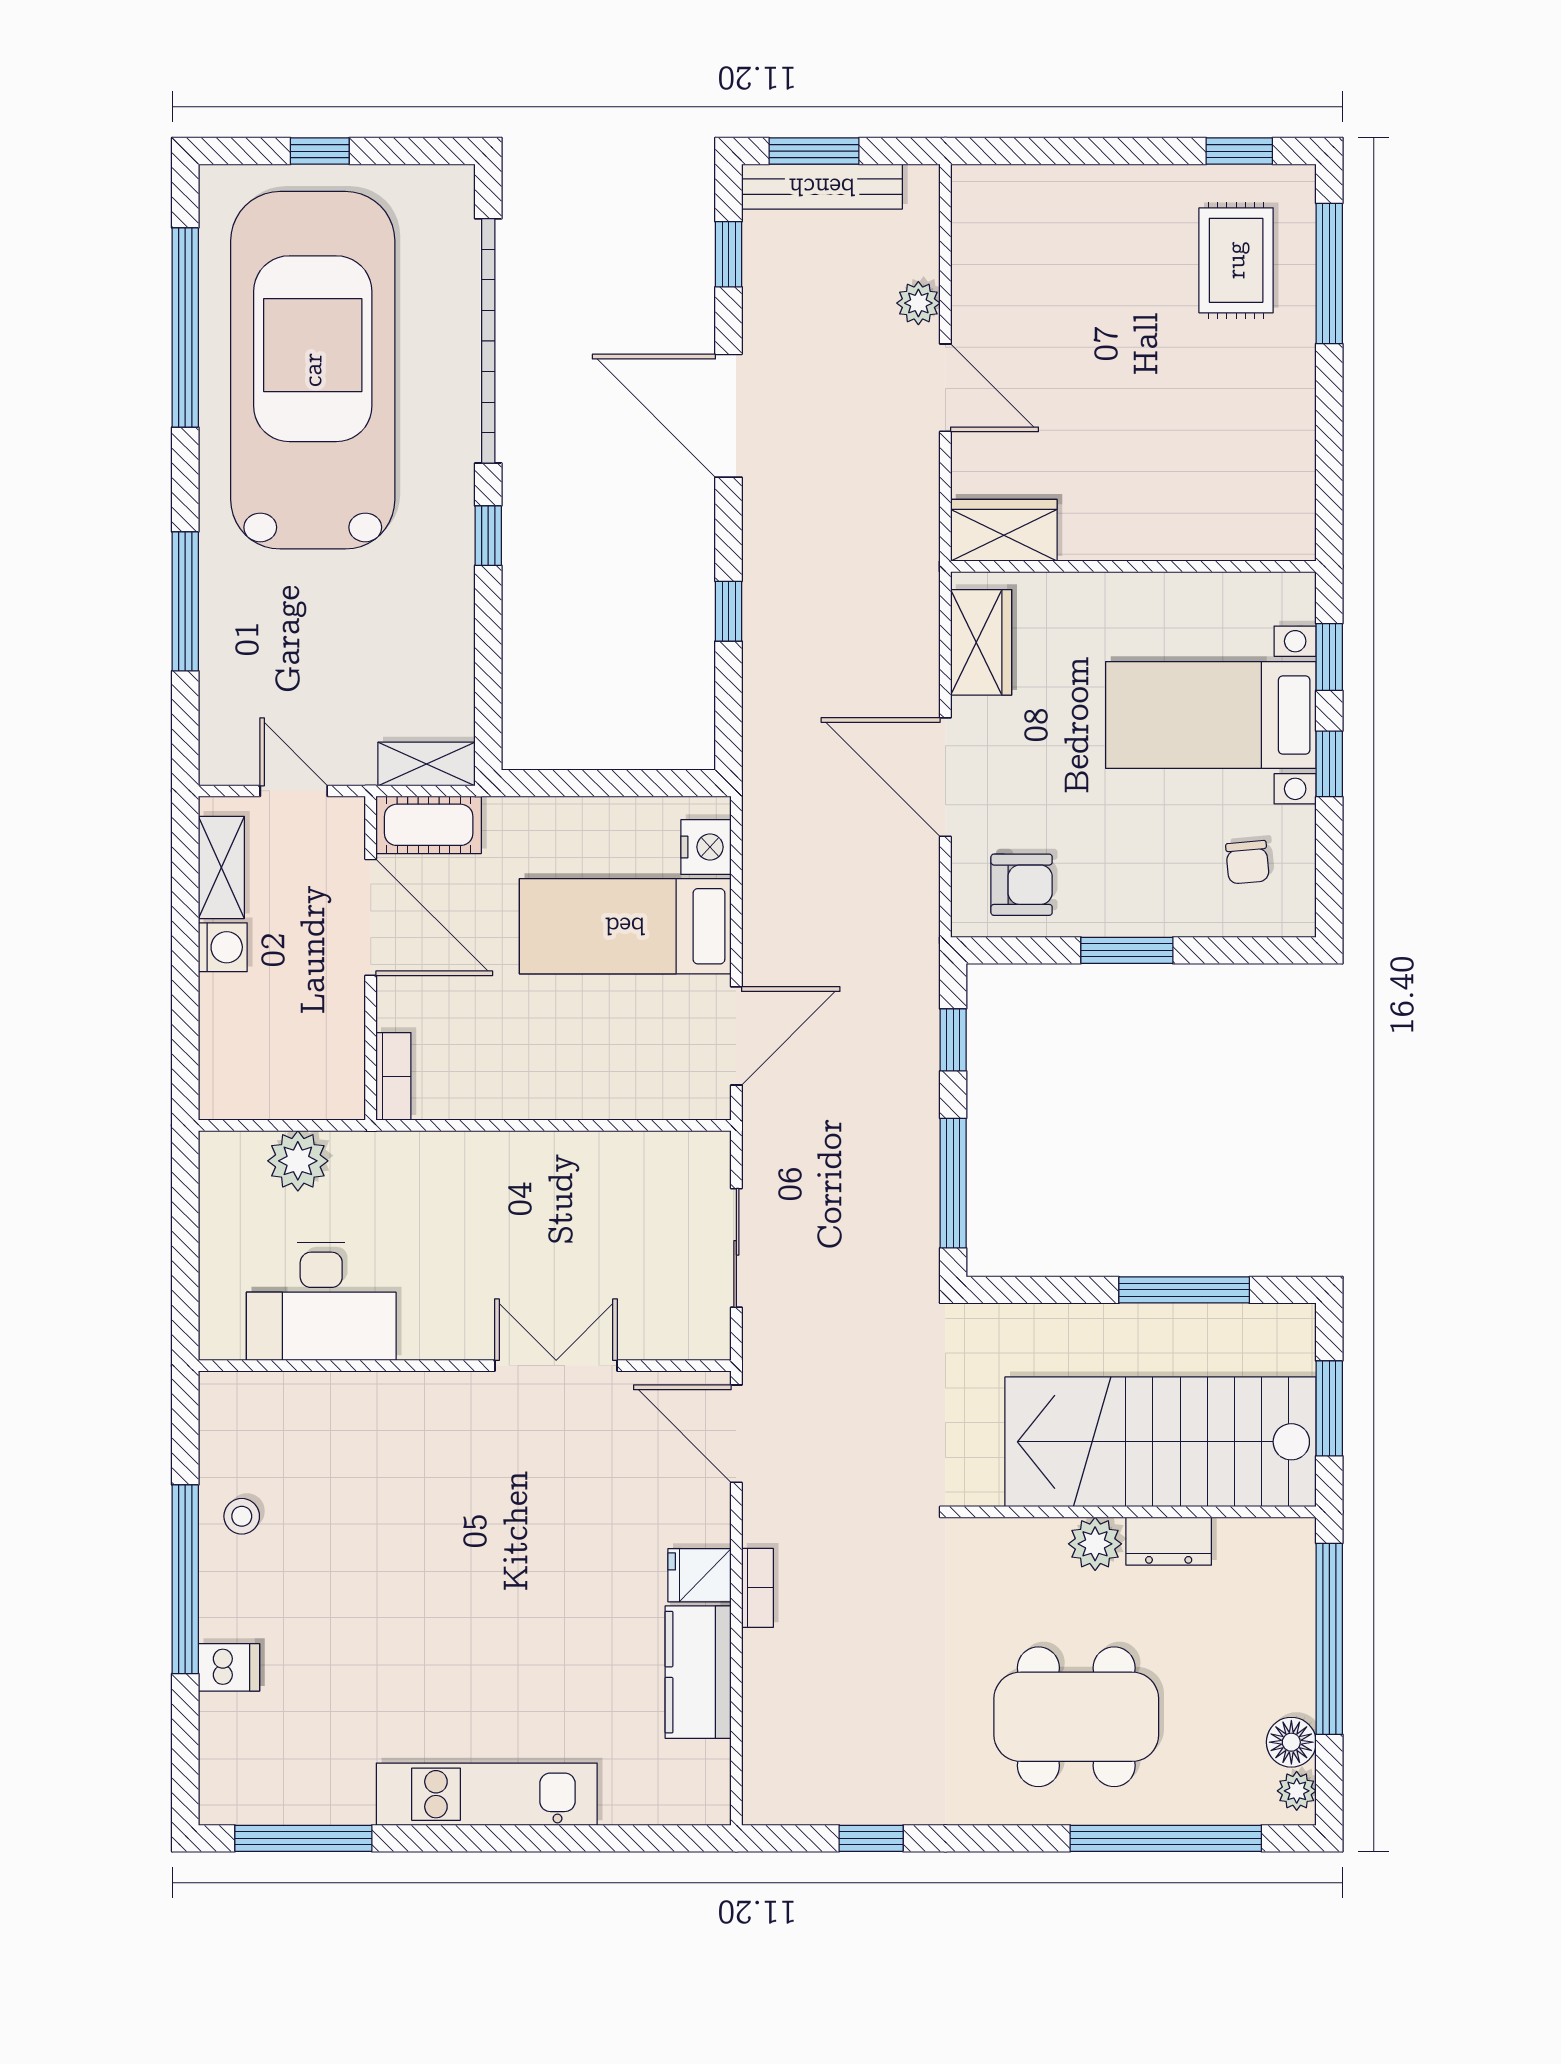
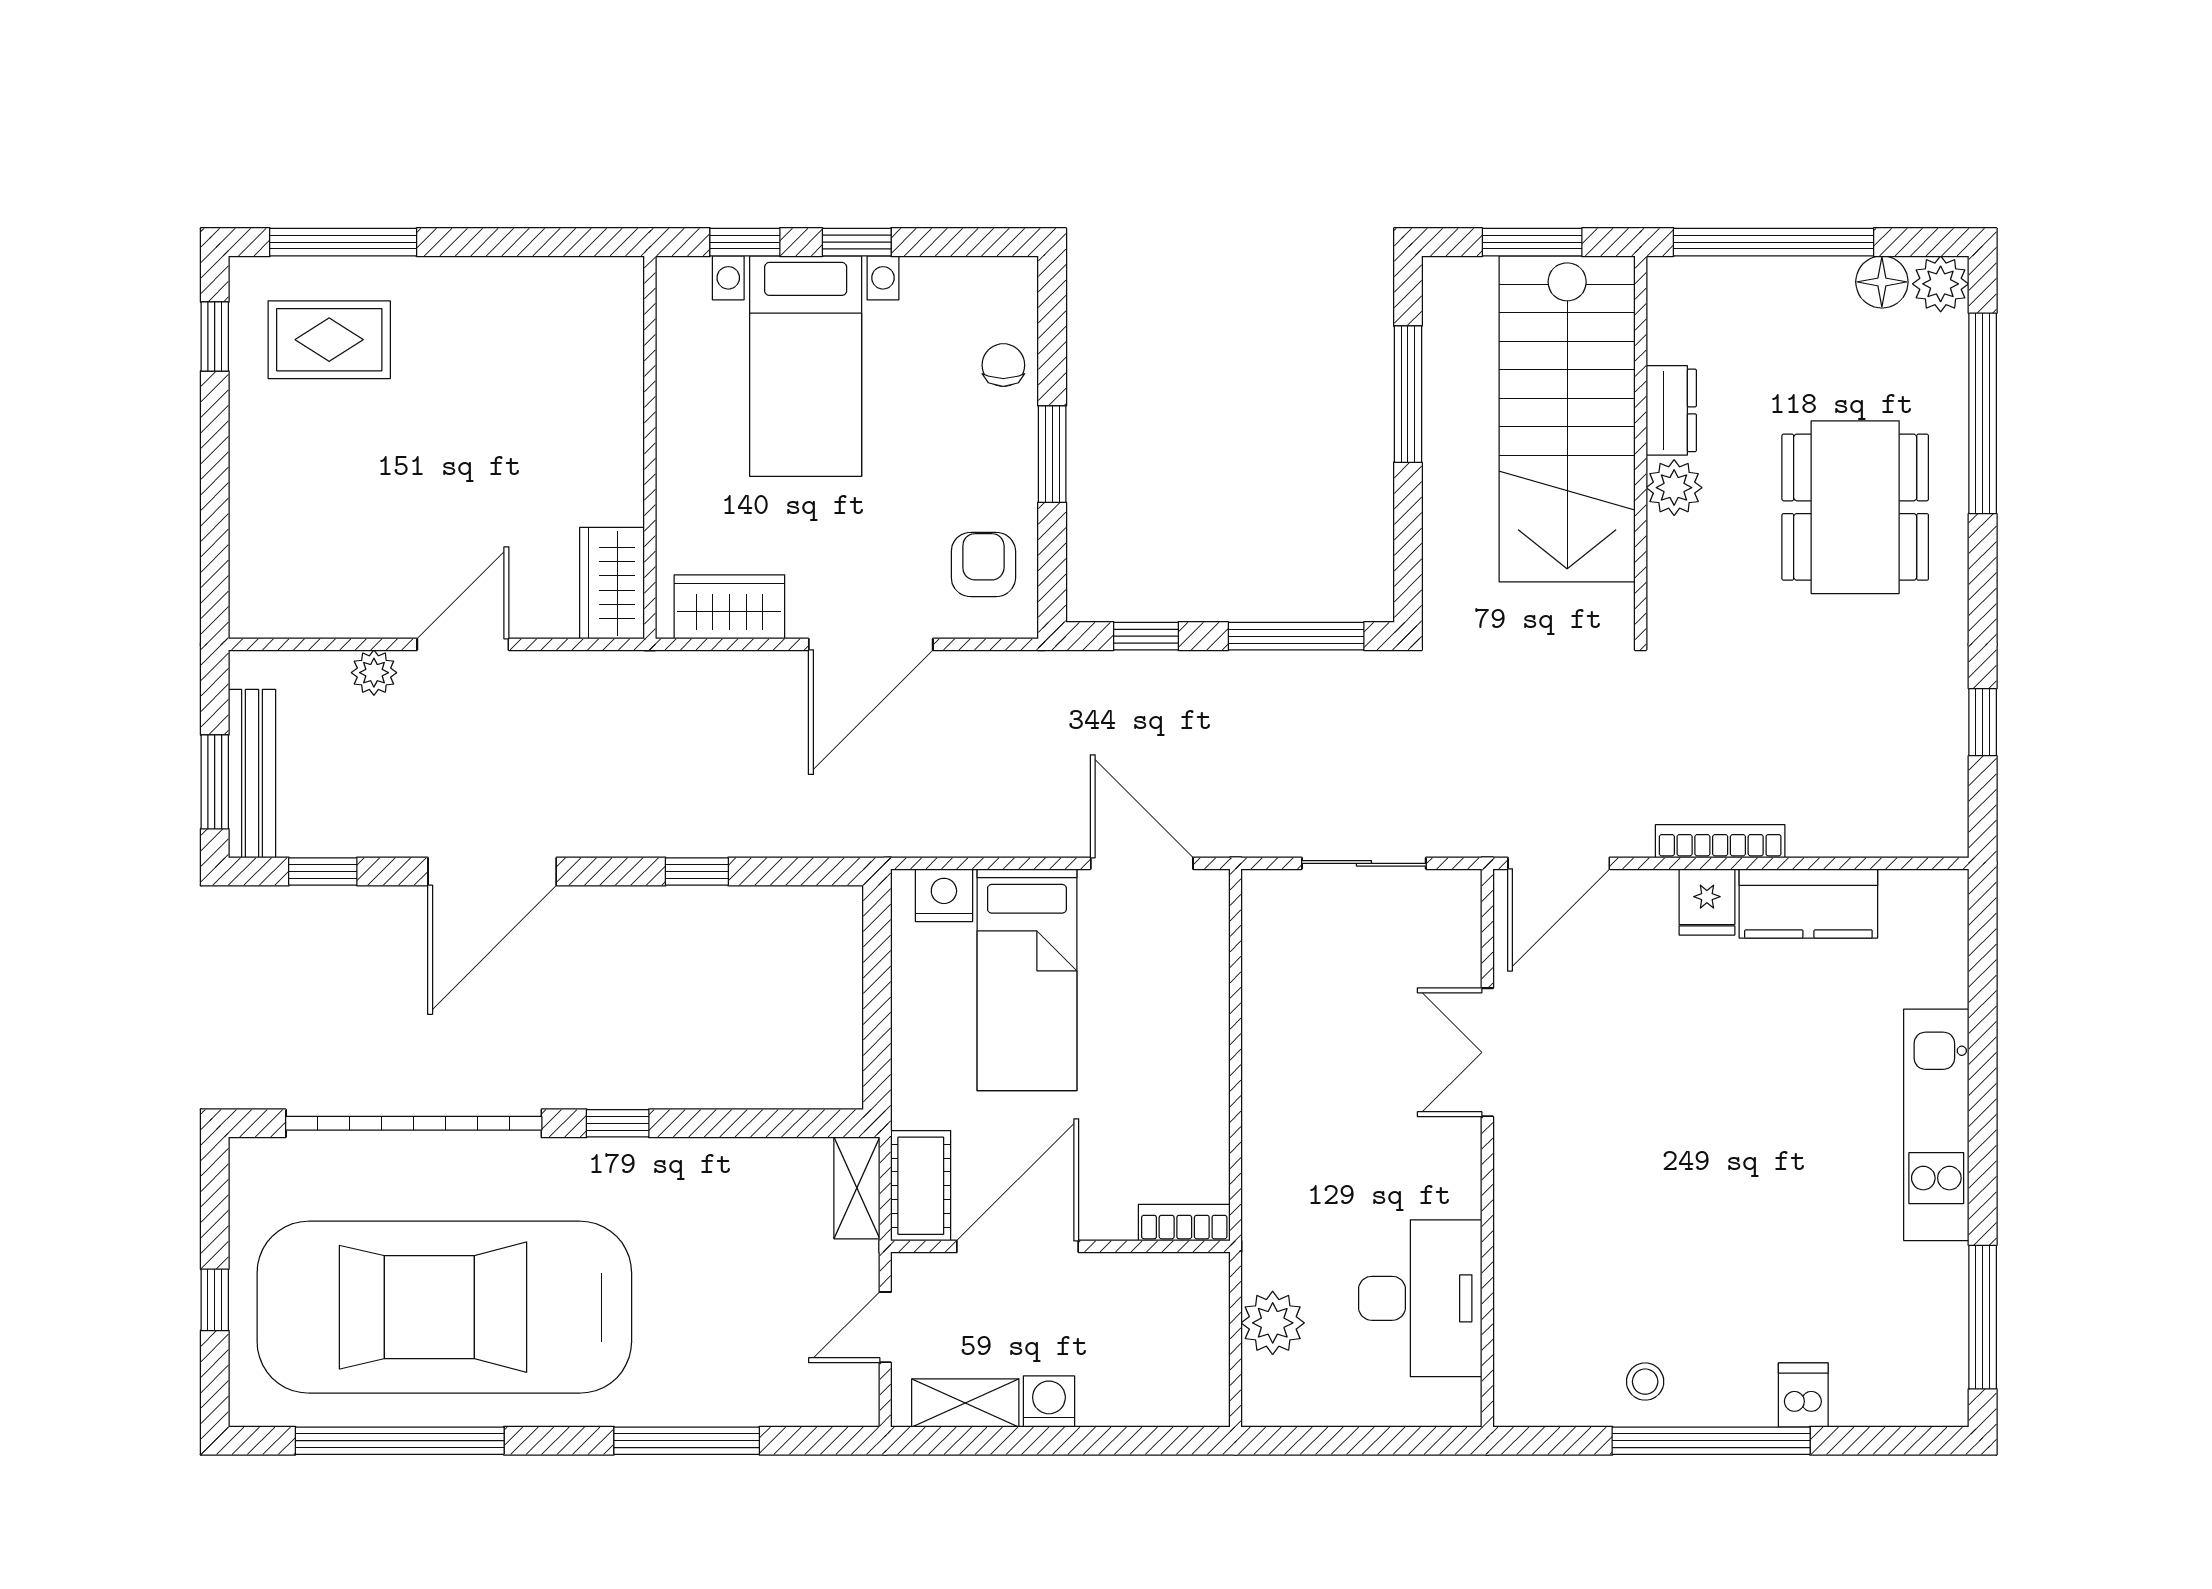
chair: (1247, 862) -> (1003, 365), moved, turned -85
bookcase: (757, 1588) -> (1720, 841), width x1.56
plant: (1297, 1791) -> (1941, 284), width x1.38, depth x1.38

